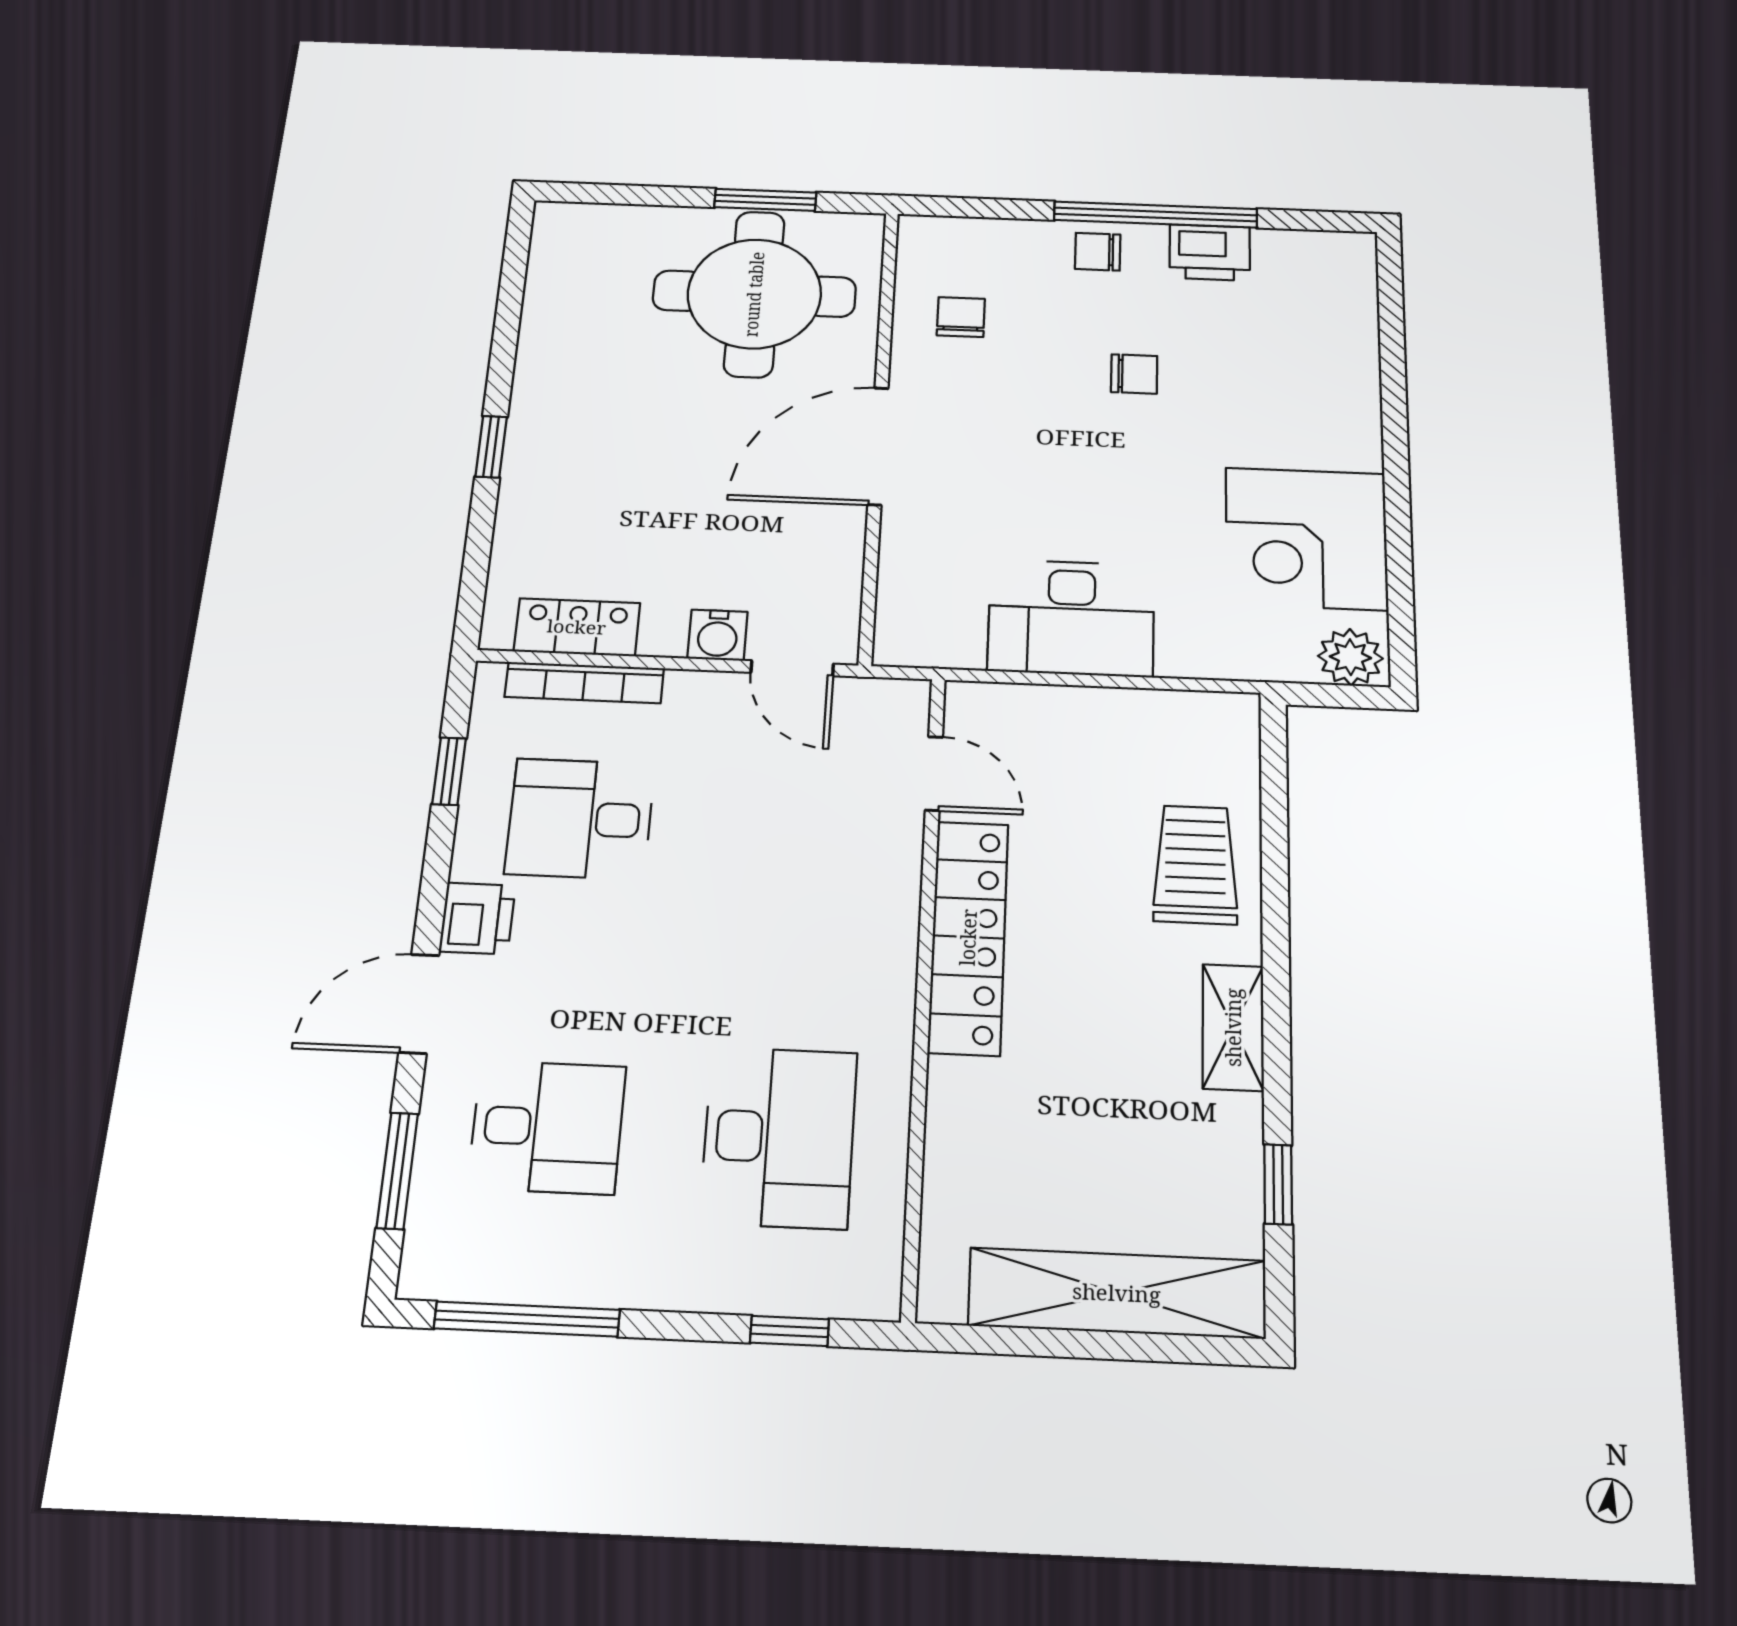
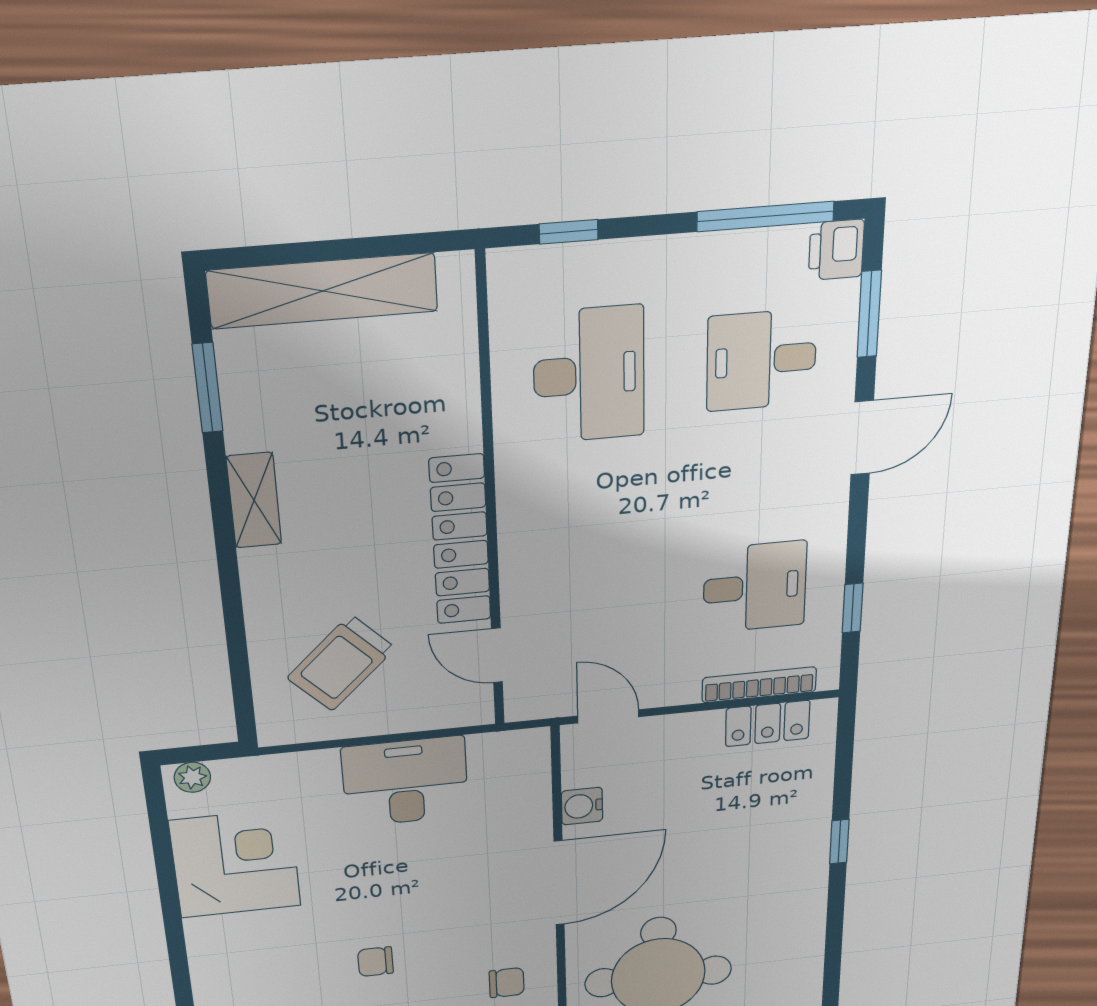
chair: (961, 317) -> (507, 983), turned -90
water cooler: (718, 635) -> (582, 806), moved, turned -90
plant: (1350, 657) -> (192, 777), width x0.73, depth x0.73
trolley: (1195, 865) -> (341, 663), moved, turned 46
printer: (477, 918) -> (836, 250), moved
desk: (779, 1137) -> (589, 375), turned 180
window: (1278, 1184) -> (208, 388), width x1.50

